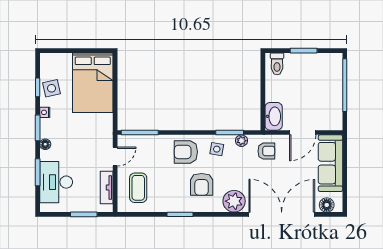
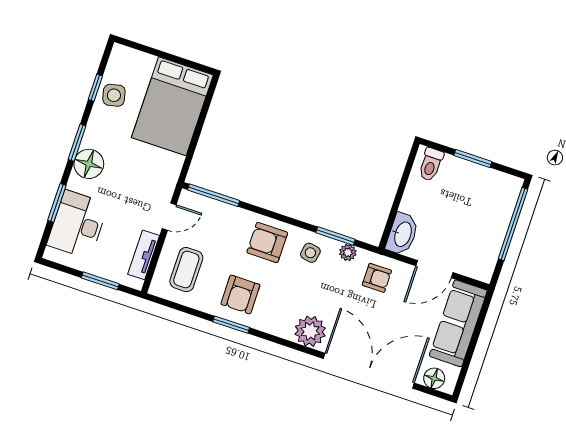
nightstand: (45, 112) -> (94, 125), removed
floor lamp: (45, 144) -> (89, 164), width x1.89, depth x1.89
armchair: (202, 184) -> (240, 295), moved

